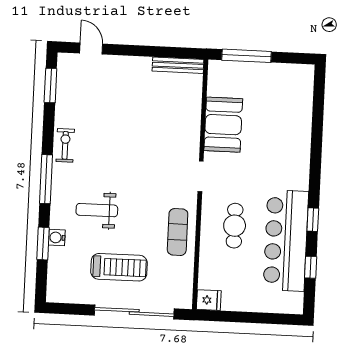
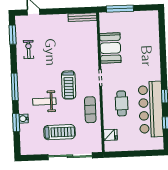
exercise bike: (65, 145) -> (29, 49), moved
treadmill: (143, 184) -> (69, 85), added
fridge: (209, 300) -> (110, 135), moved

